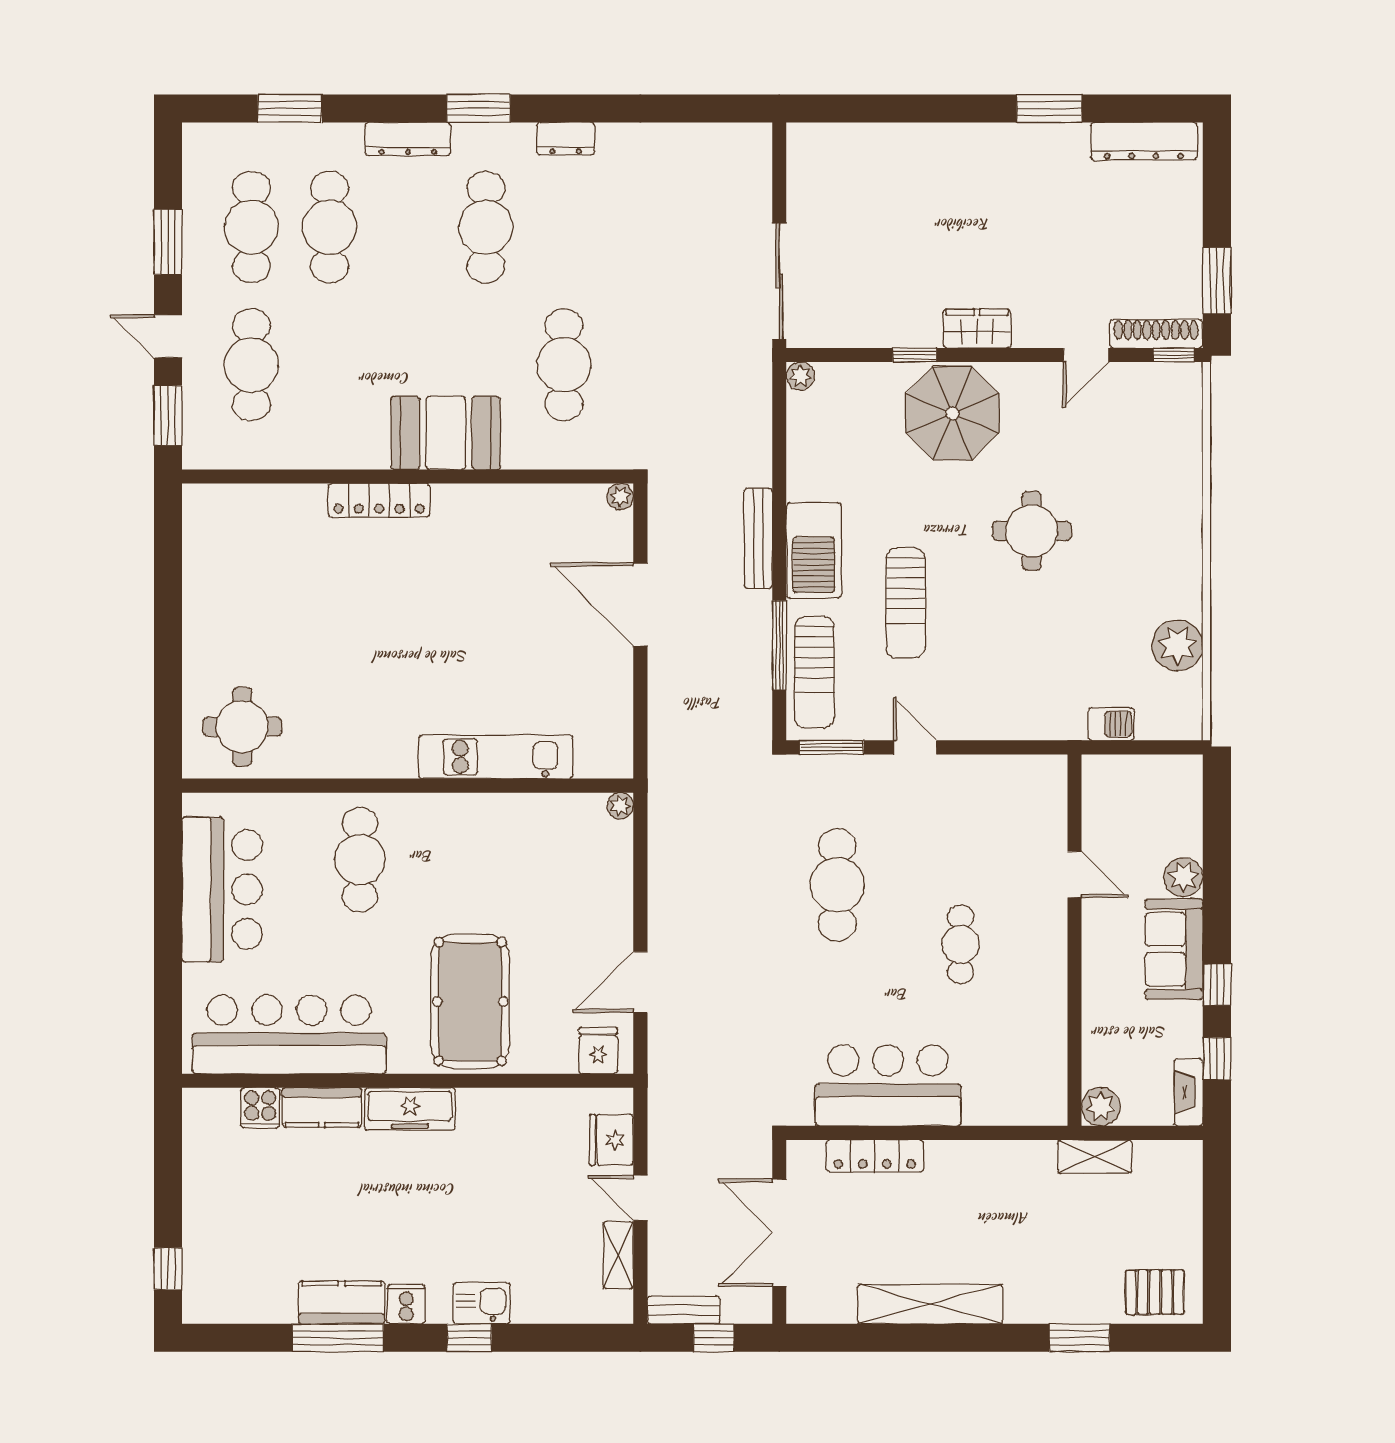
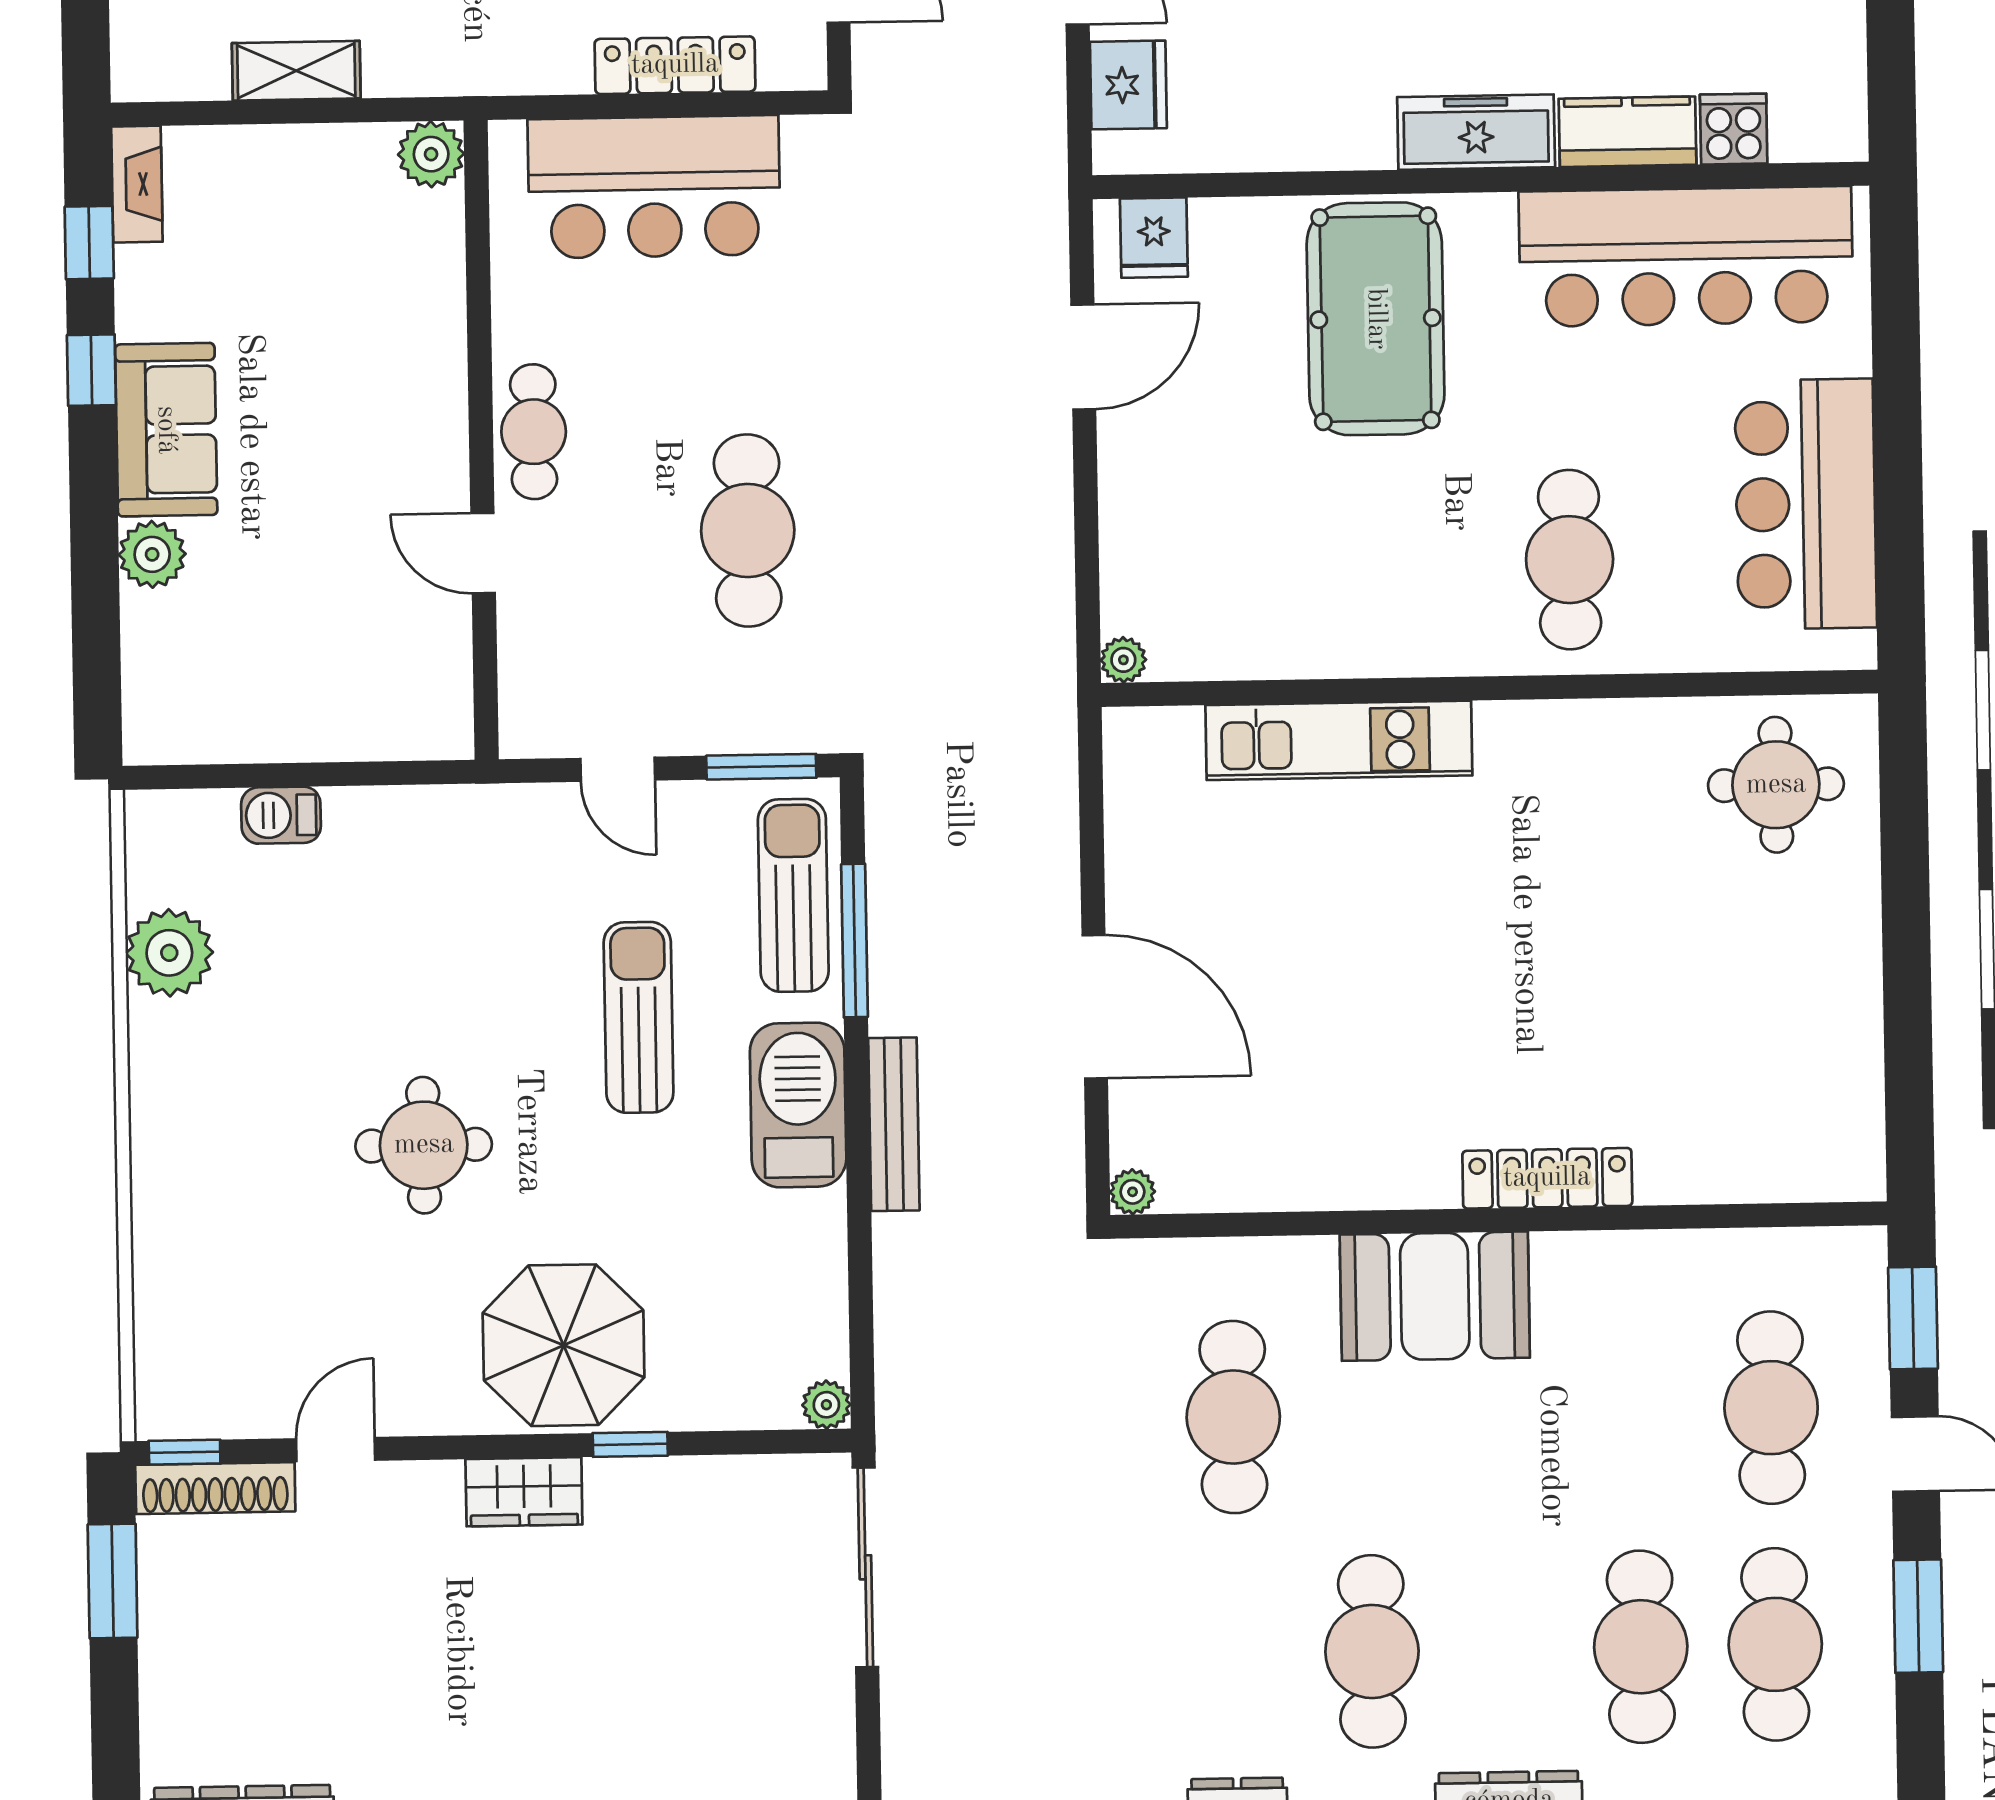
door: (1074, 874) -> (483, 553), moved
wall: (1074, 940) -> (481, 440), moved
plant: (1101, 1107) -> (431, 154), moved

